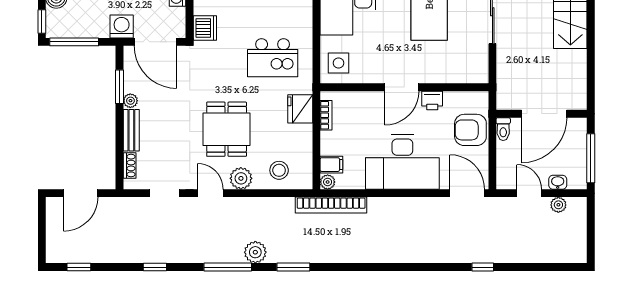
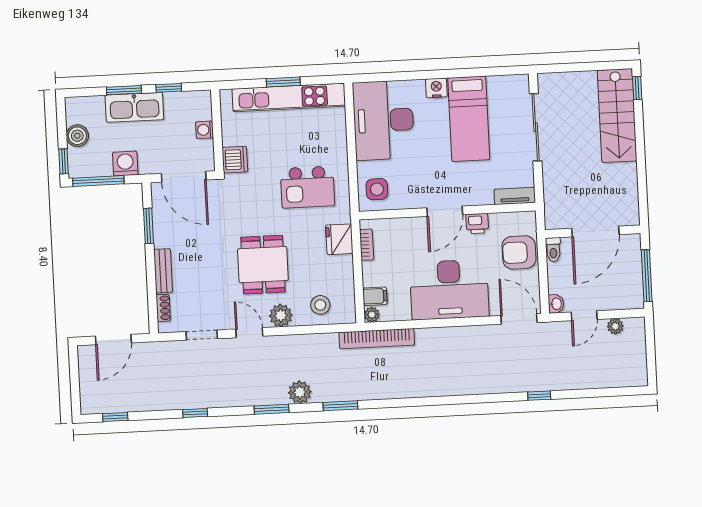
washing machine: (122, 27) -> (125, 164), moved
tv unit: (469, 76) -> (515, 196), added
plant: (130, 101) -> (161, 240), removed
washbasin: (558, 182) -> (556, 304), moved, turned 90
door: (529, 193) -> (584, 316), swing flipped
window: (228, 267) -> (272, 409), width x0.69

